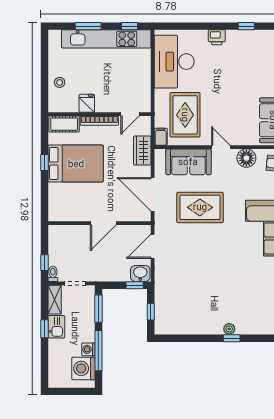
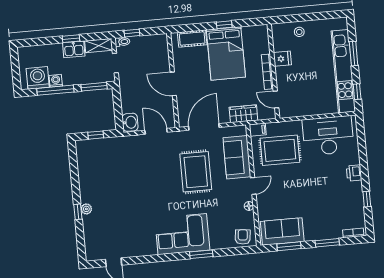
cot: (64, 124) -> (192, 39), moved, turned 90
floor lamp: (246, 158) -> (249, 206), width x0.53, depth x0.53
window: (135, 285) -> (119, 118), removed

